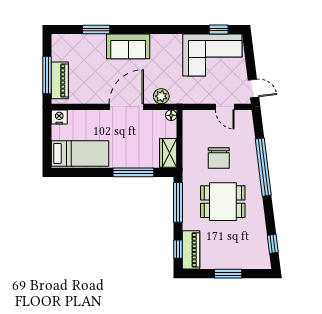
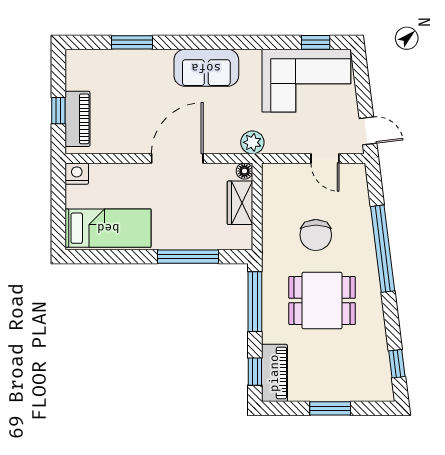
sofa: (128, 46) -> (206, 68), moved
window: (47, 75) -> (58, 111), width x0.46
plant: (161, 96) -> (252, 142), moved
wardrobe: (168, 153) -> (240, 203), moved

